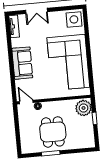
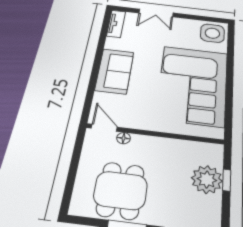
plant: (84, 108) -> (207, 180), moved
dining table: (53, 132) -> (121, 190), moved

